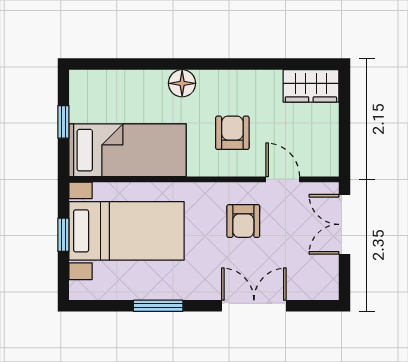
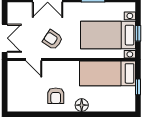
wardrobe: (311, 86) -> (20, 104), removed
armchair: (232, 133) -> (56, 96), moved
armchair: (243, 221) -> (53, 40), turned -56

